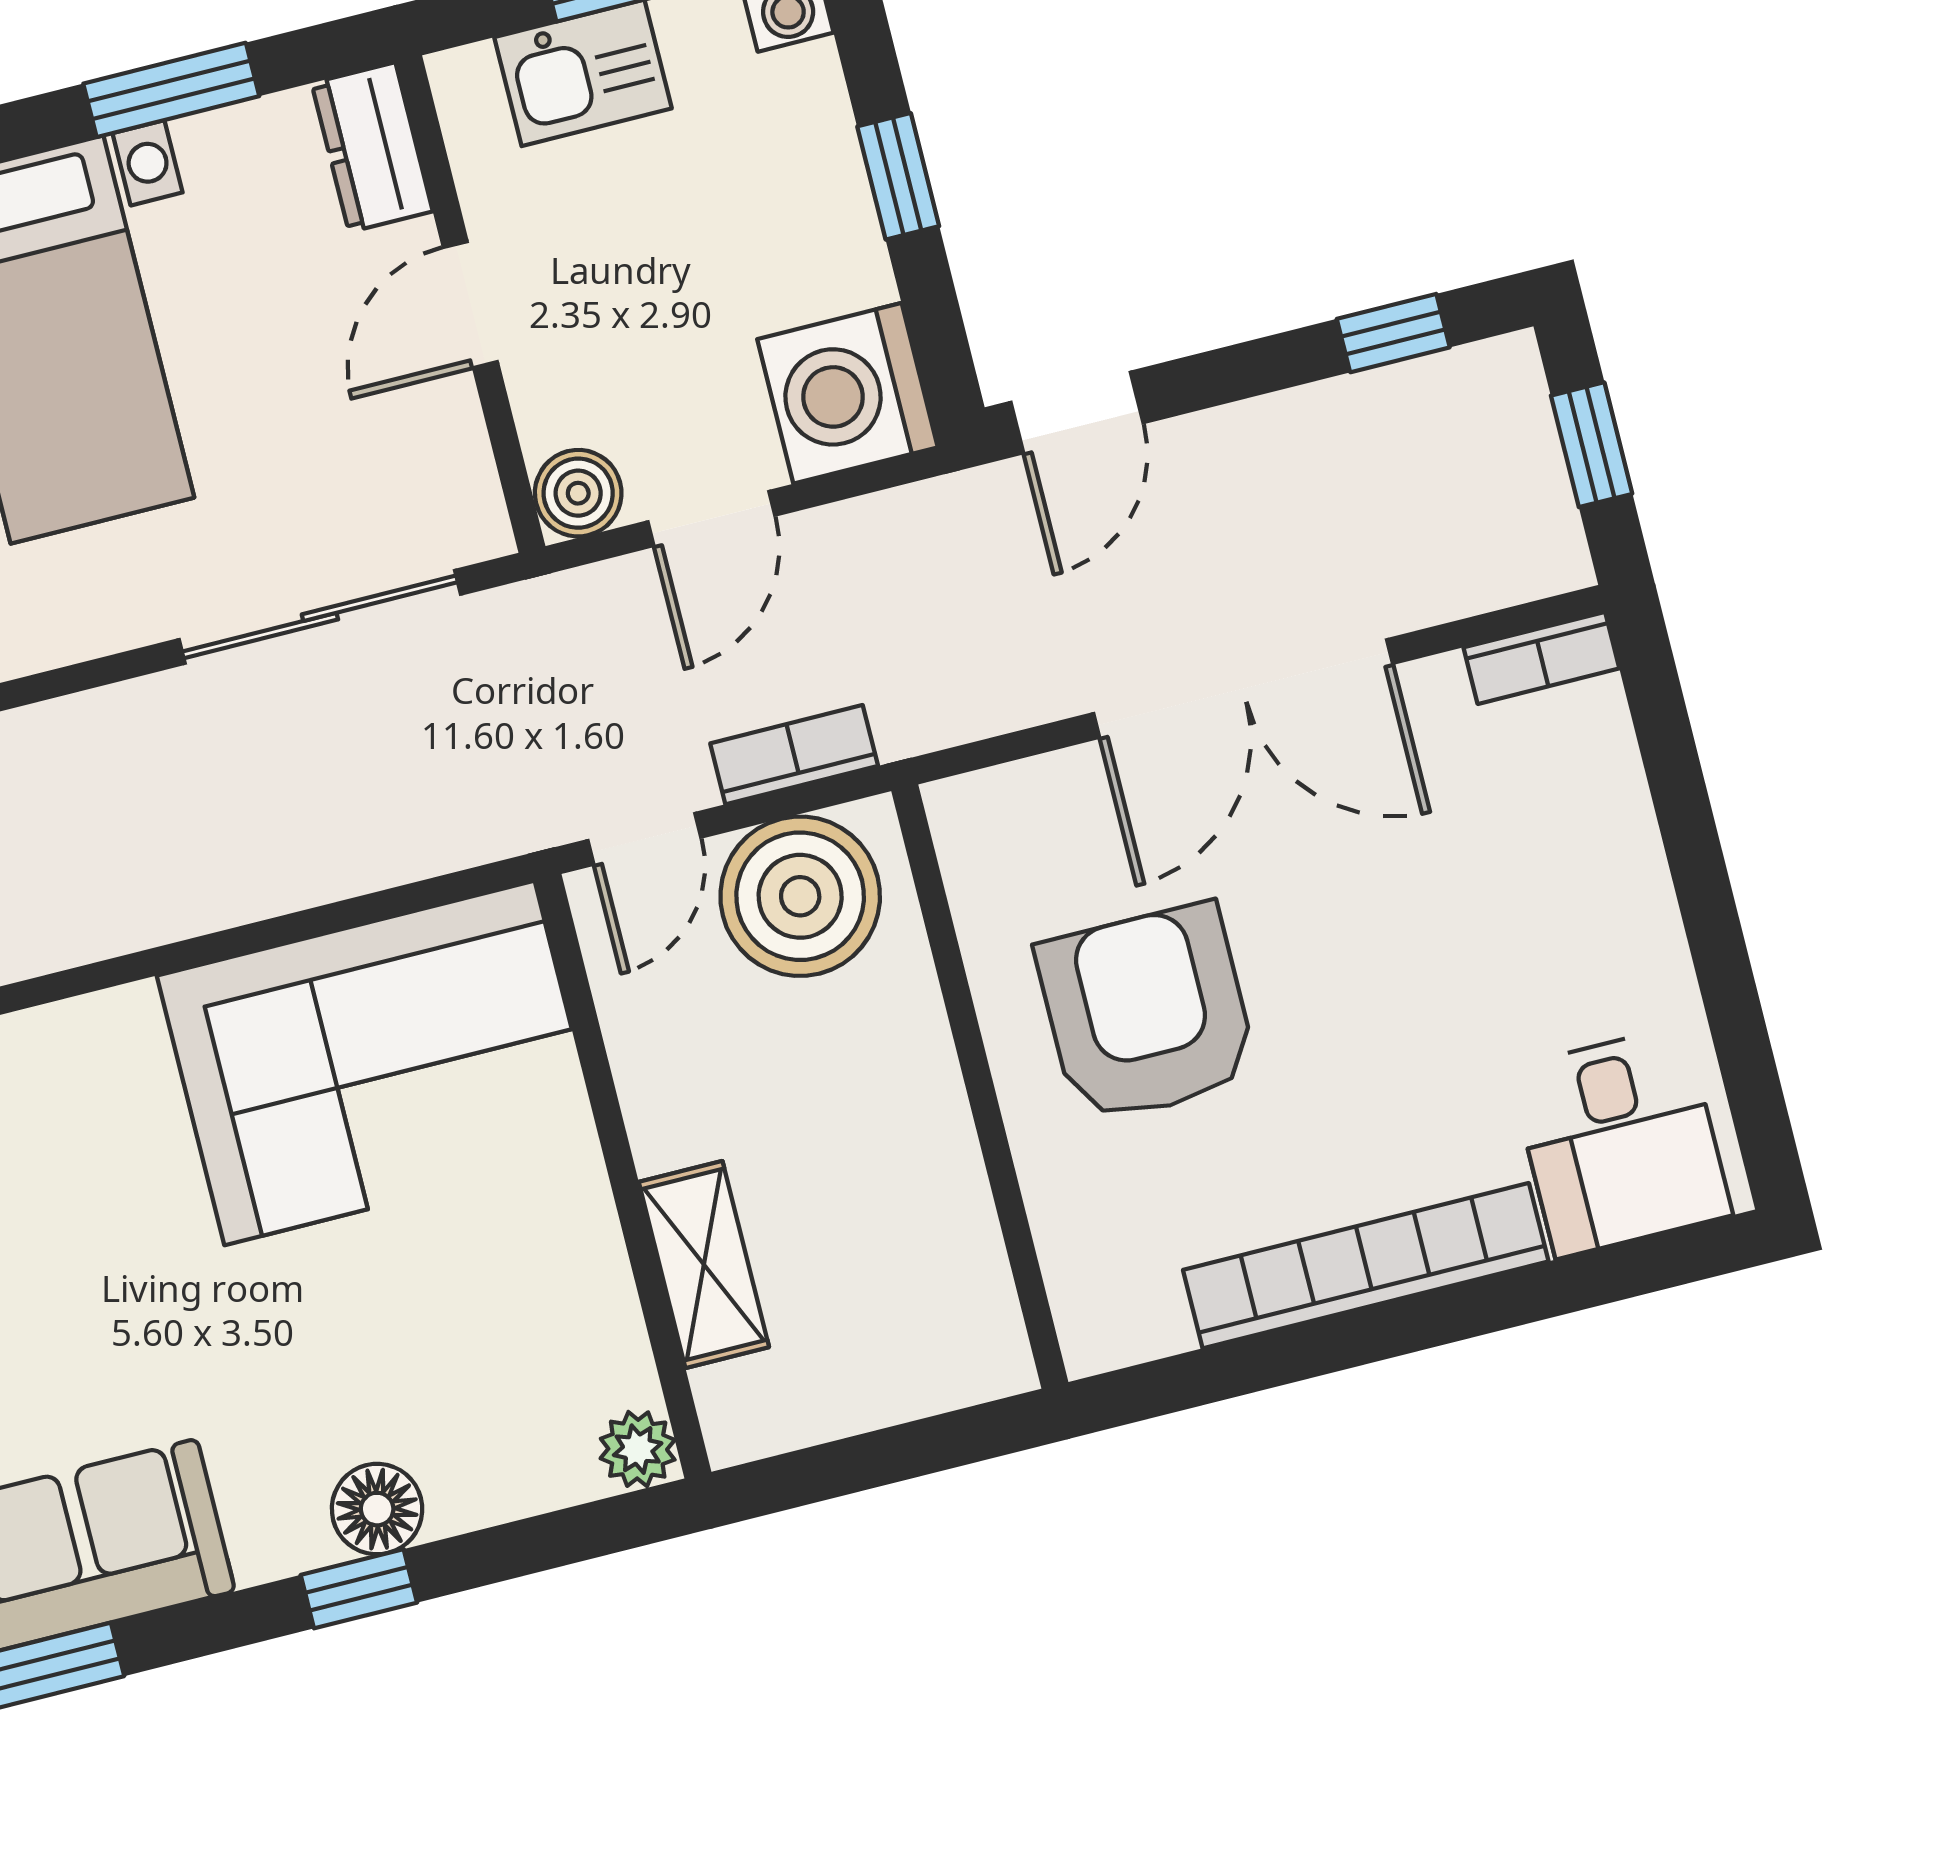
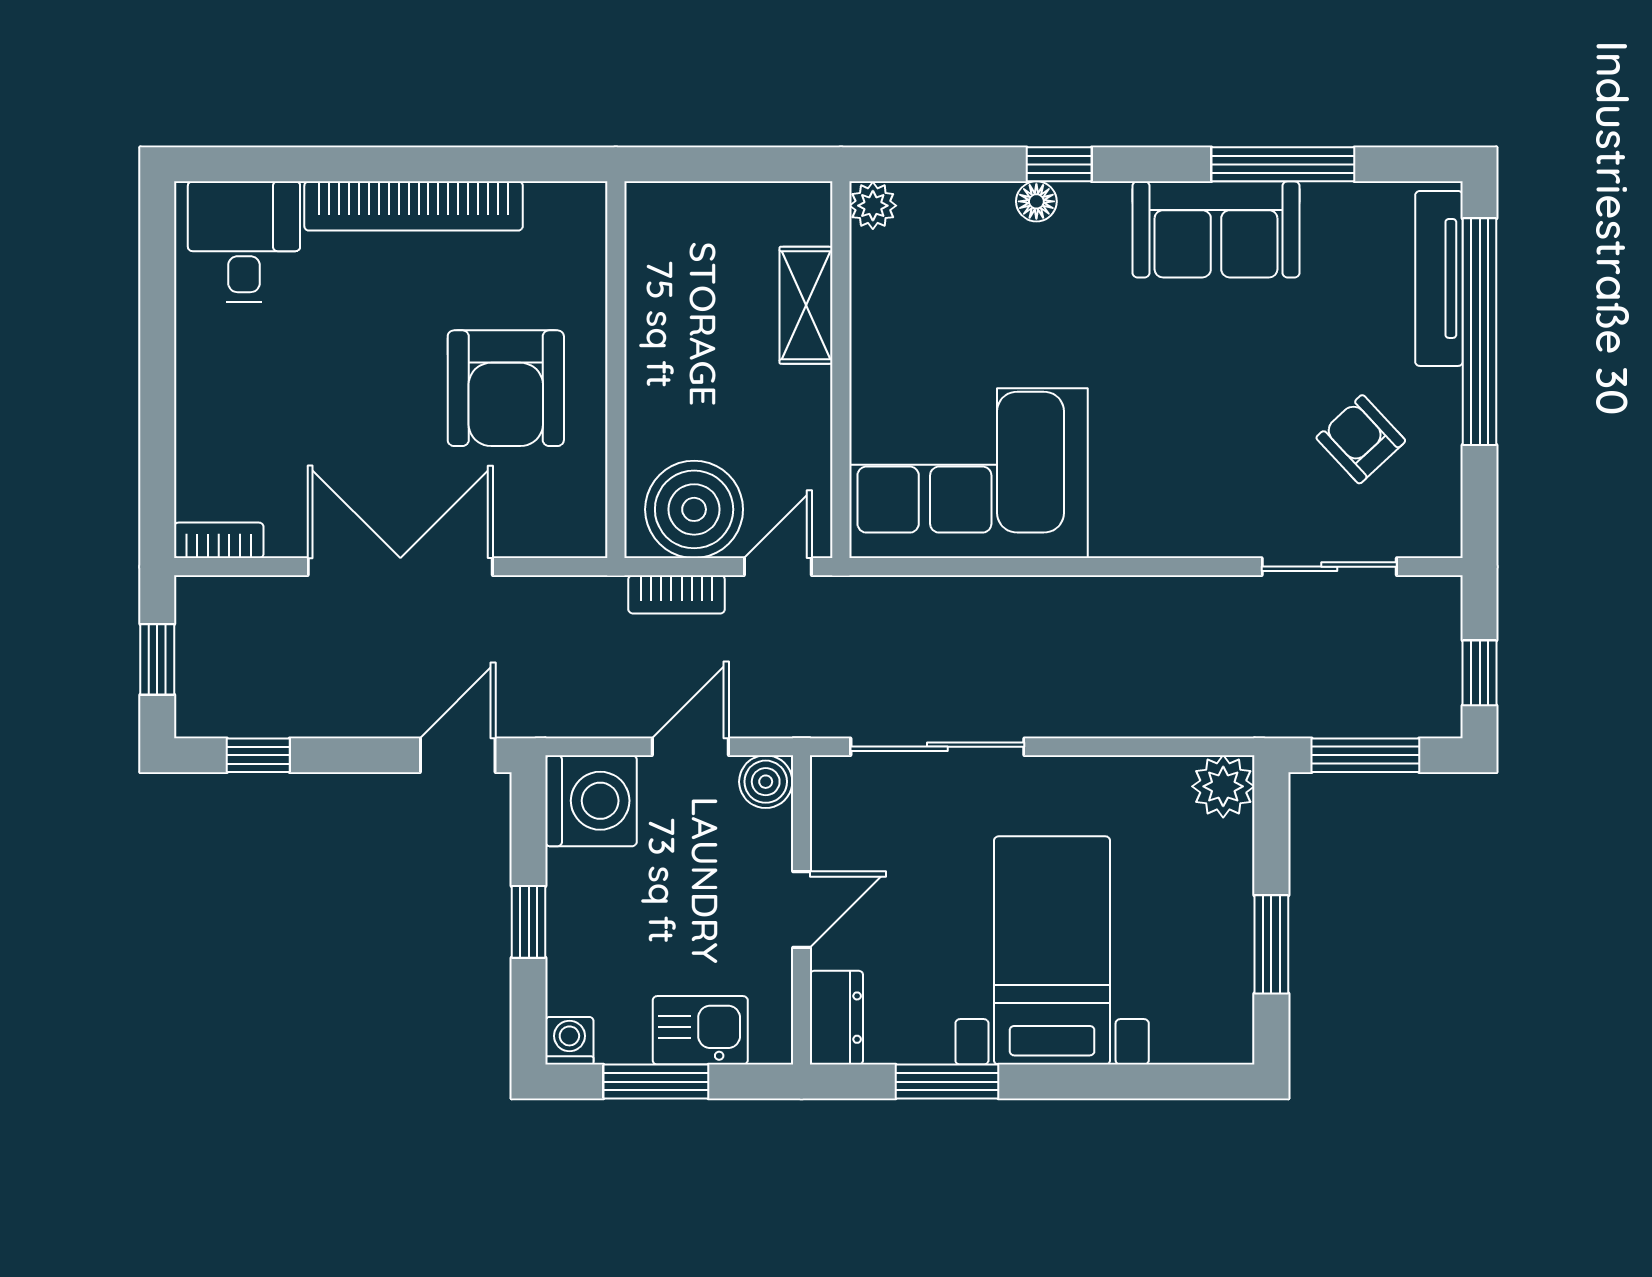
floor lamp: (377, 1509) -> (1036, 201), width x0.73, depth x0.73

